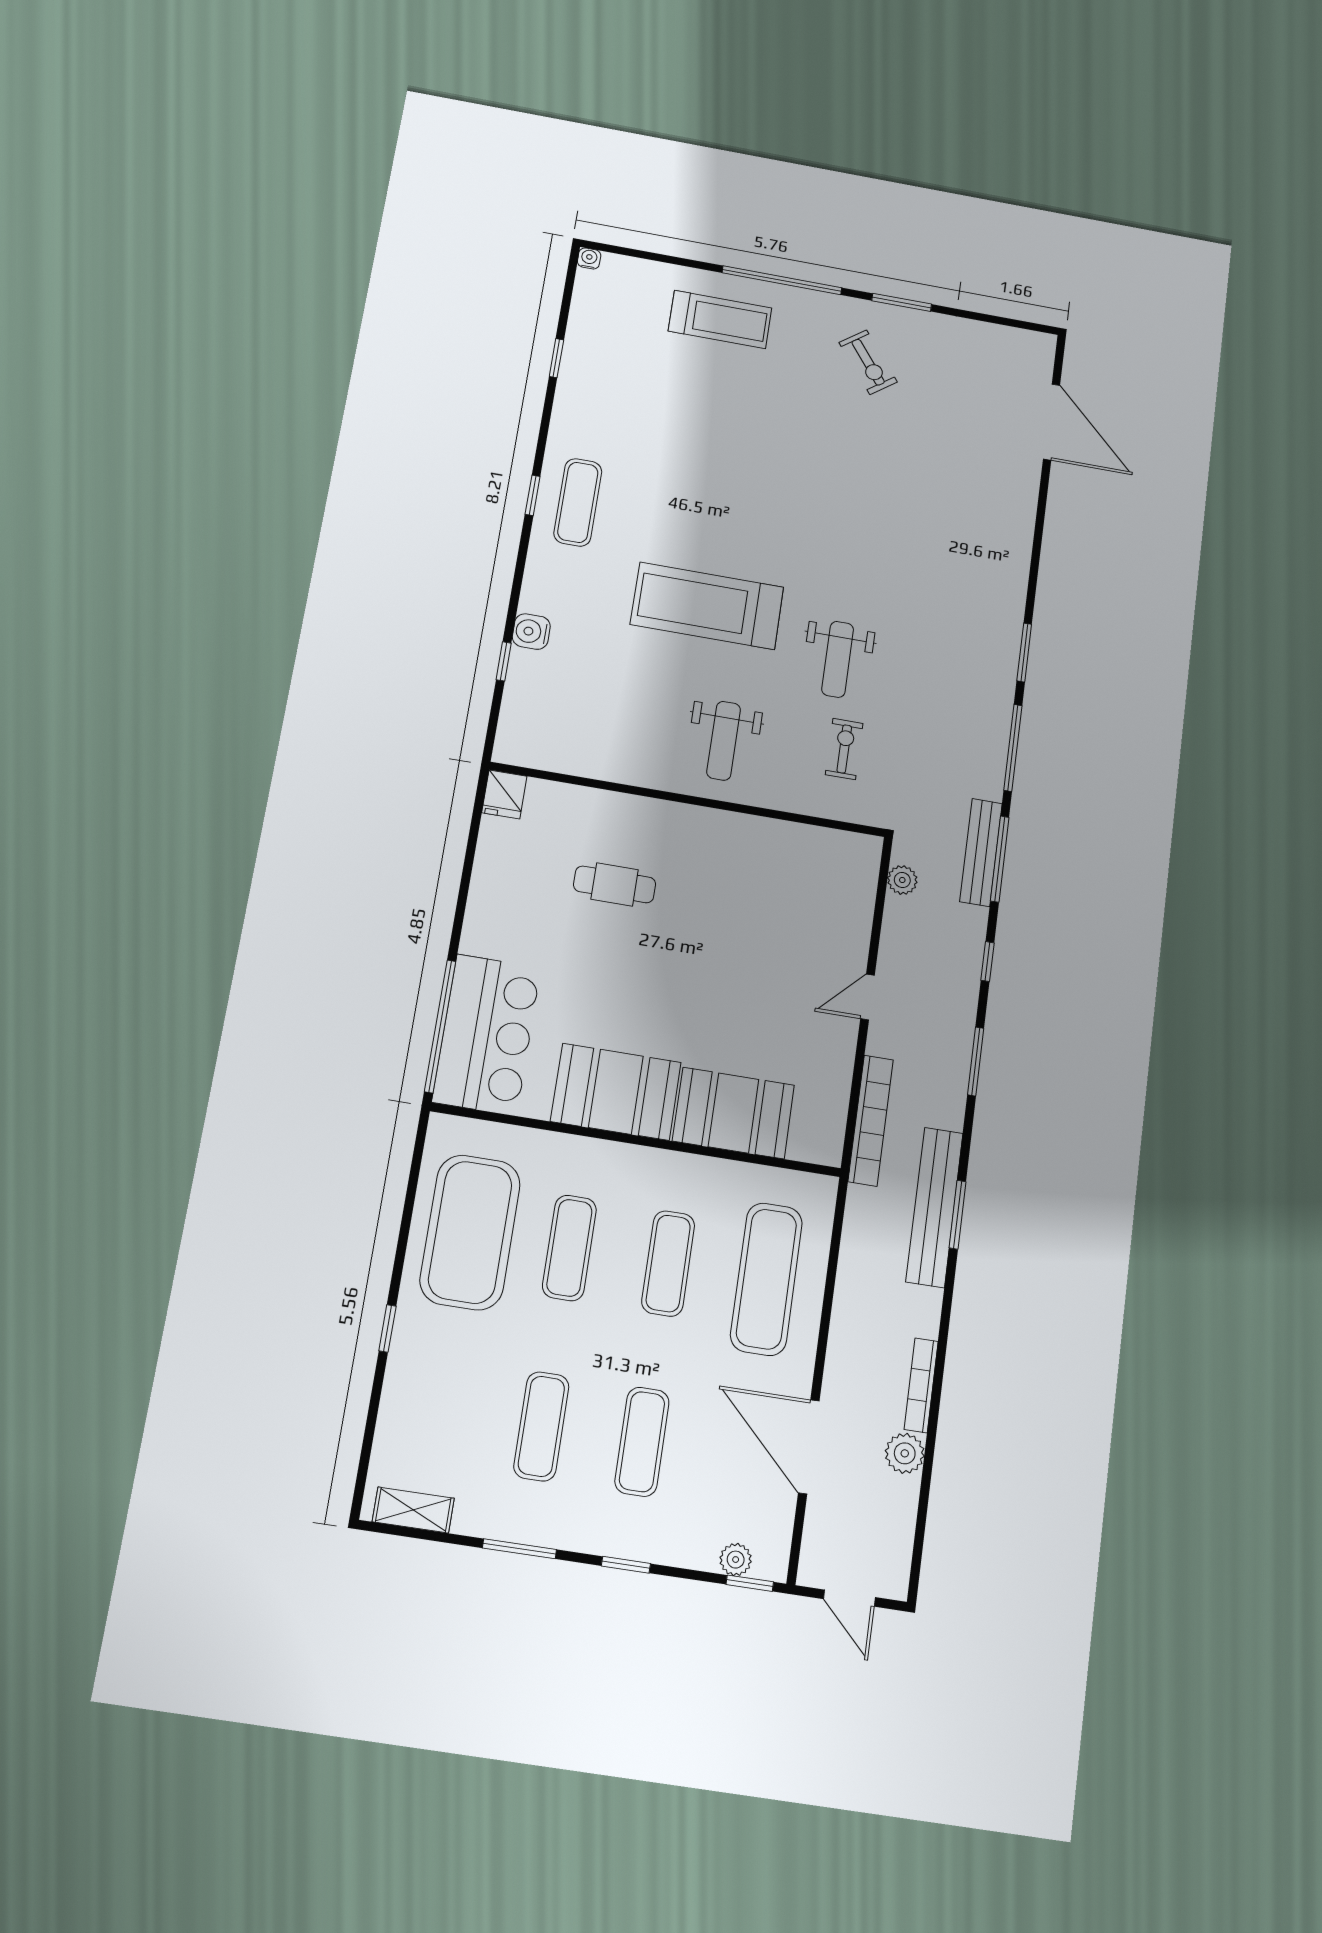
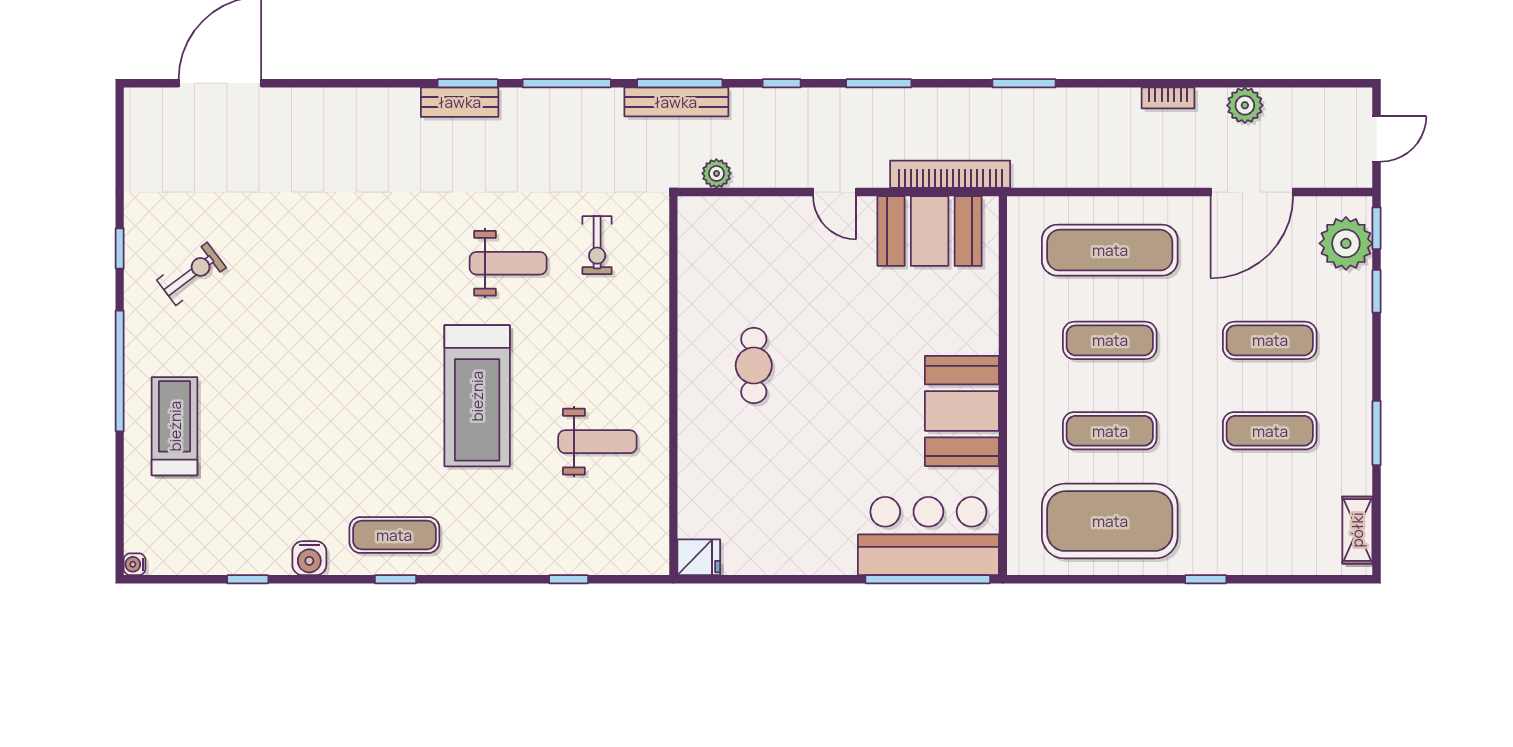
window: (902, 302) -> (120, 249), width x0.67
water cooler: (531, 632) -> (309, 558), moved
weight bench: (724, 741) -> (597, 442), moved
exercise bike: (844, 749) -> (597, 245), turned -90
cafe table: (615, 884) -> (754, 365), moved
booth: (733, 1113) -> (930, 231), moved, turned 90
bench: (934, 1207) -> (460, 102), moved, width x0.54, depth x0.82
bookcase: (921, 1385) -> (1168, 98), width x0.64
plant: (736, 1560) -> (1346, 243), width x1.88, depth x1.88
window: (626, 1565) -> (1377, 291), moved

